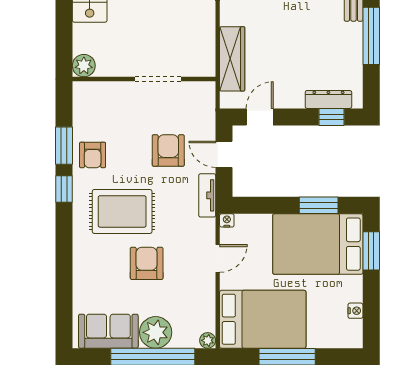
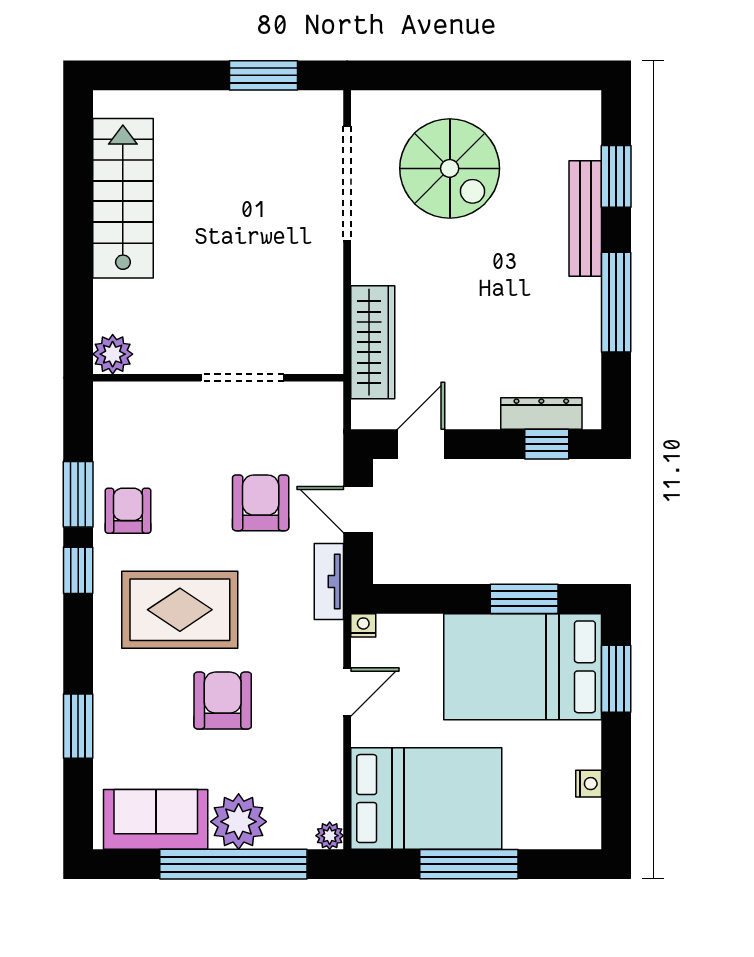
armchair: (93, 155) -> (128, 511), turned 180
window: (64, 278) -> (78, 726), added

